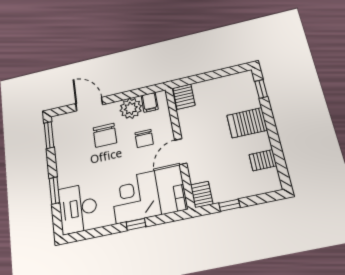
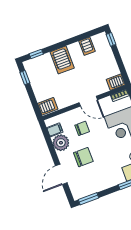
window: (229, 71) -> (25, 78), added
window: (229, 205) -> (111, 39), moved

